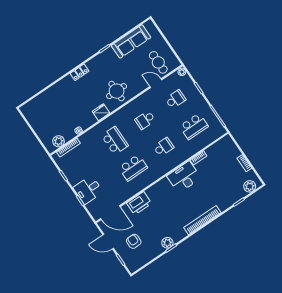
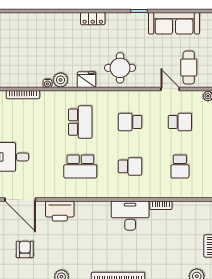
school desk: (194, 126) -> (180, 166), width x0.54
plant: (59, 141) -> (61, 80), moved

